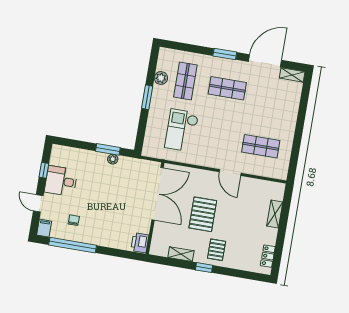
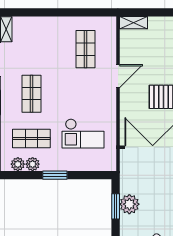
plant: (163, 64) -> (18, 164), added
plant: (113, 159) -> (129, 204), width x1.88, depth x1.88
shelving: (275, 214) -> (133, 23), moved

